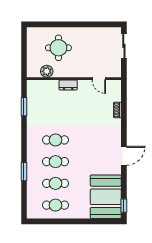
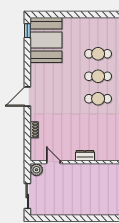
round table: (58, 48) -> (95, 194), removed
plant: (47, 71) -> (36, 170), moved
door: (124, 156) -> (27, 96), moved
cafe table: (56, 205) -> (98, 31), removed

